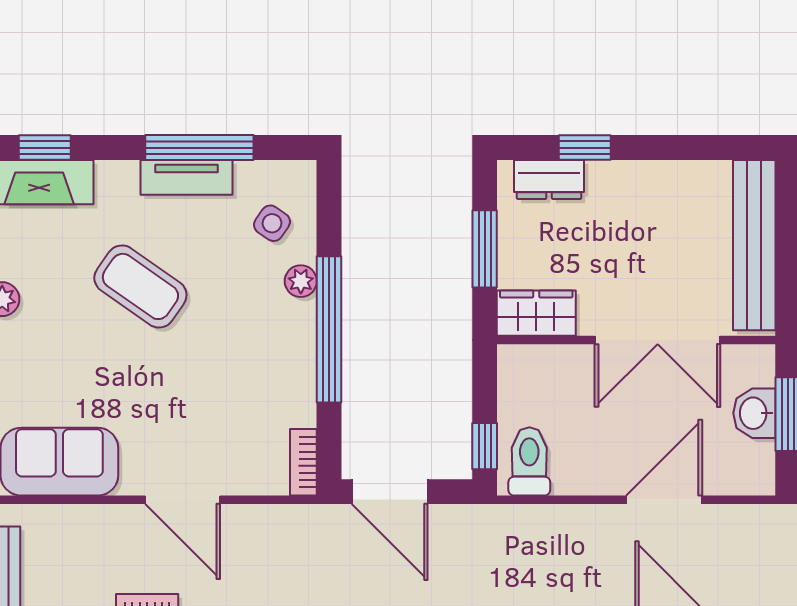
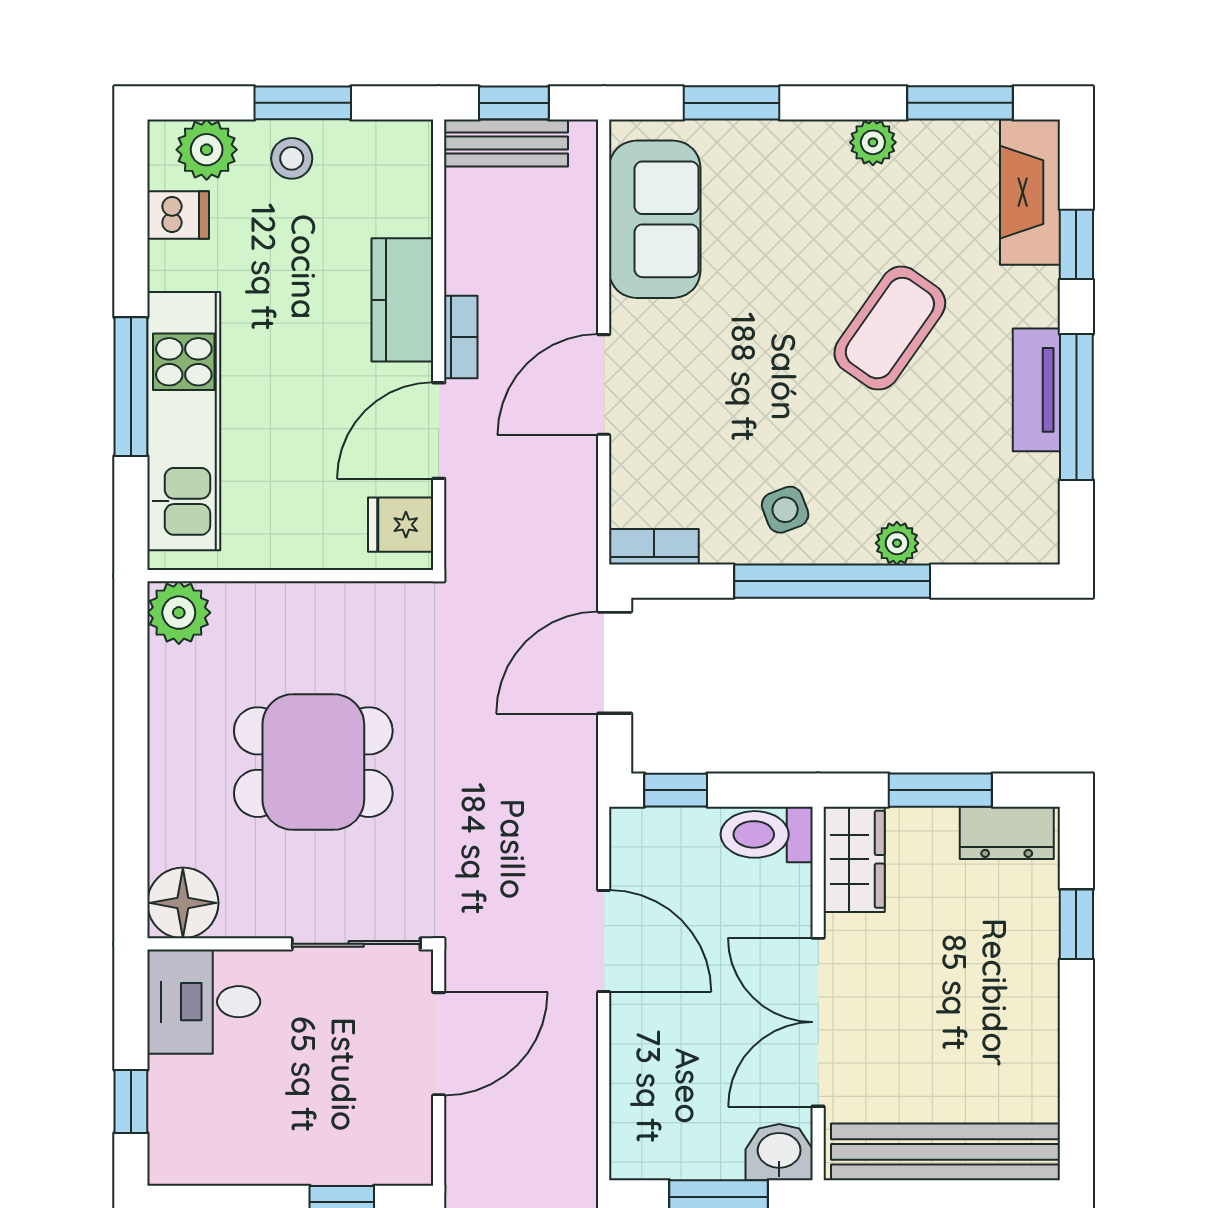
window: (45, 148) -> (1076, 244), moved
dresser: (549, 179) -> (1007, 833), moved, turned -90
side table: (272, 223) -> (785, 510), moved, turned 35
washbasin: (754, 413) -> (779, 1152), moved
toilet: (529, 461) -> (767, 834), moved, turned 180
door: (664, 500) -> (604, 941), moved

